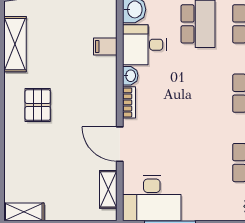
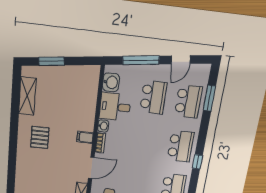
filing cabinet: (105, 46) -> (85, 137), moved
door: (120, 144) -> (91, 168), swing flipped

